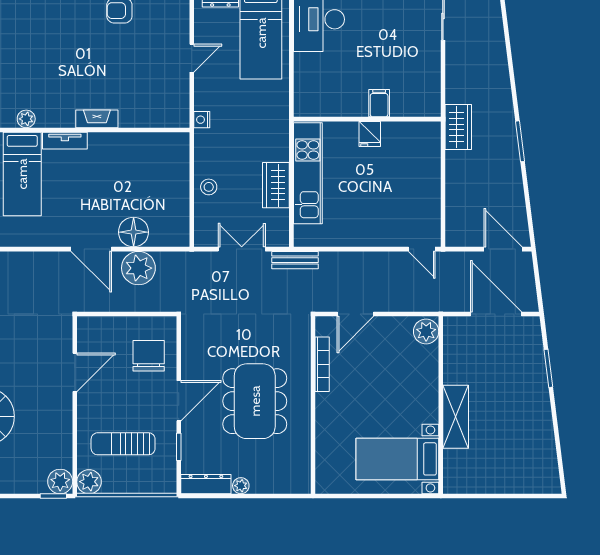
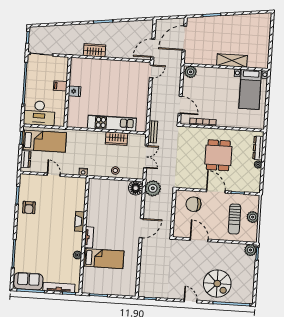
filing cabinet: (379, 103) -> (60, 86), moved
wall: (367, 119) -> (67, 92), moved
fridge: (370, 134) -> (75, 91), moved
floor lamp: (134, 232) -> (136, 188), moved
double door: (242, 249) -> (146, 157), swing flipped
door: (503, 249) -> (153, 48), moved
plant: (138, 268) -> (153, 188), moved
dining table: (255, 401) -> (218, 155), width x0.73
plant: (89, 482) -> (253, 217), moved
dresser: (206, 484) -> (258, 148), moved

